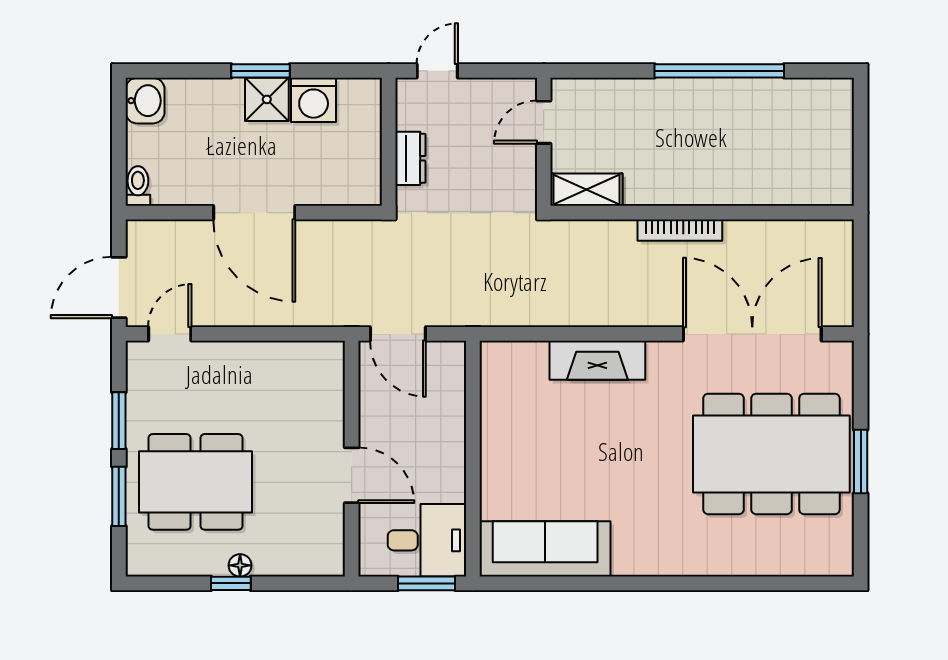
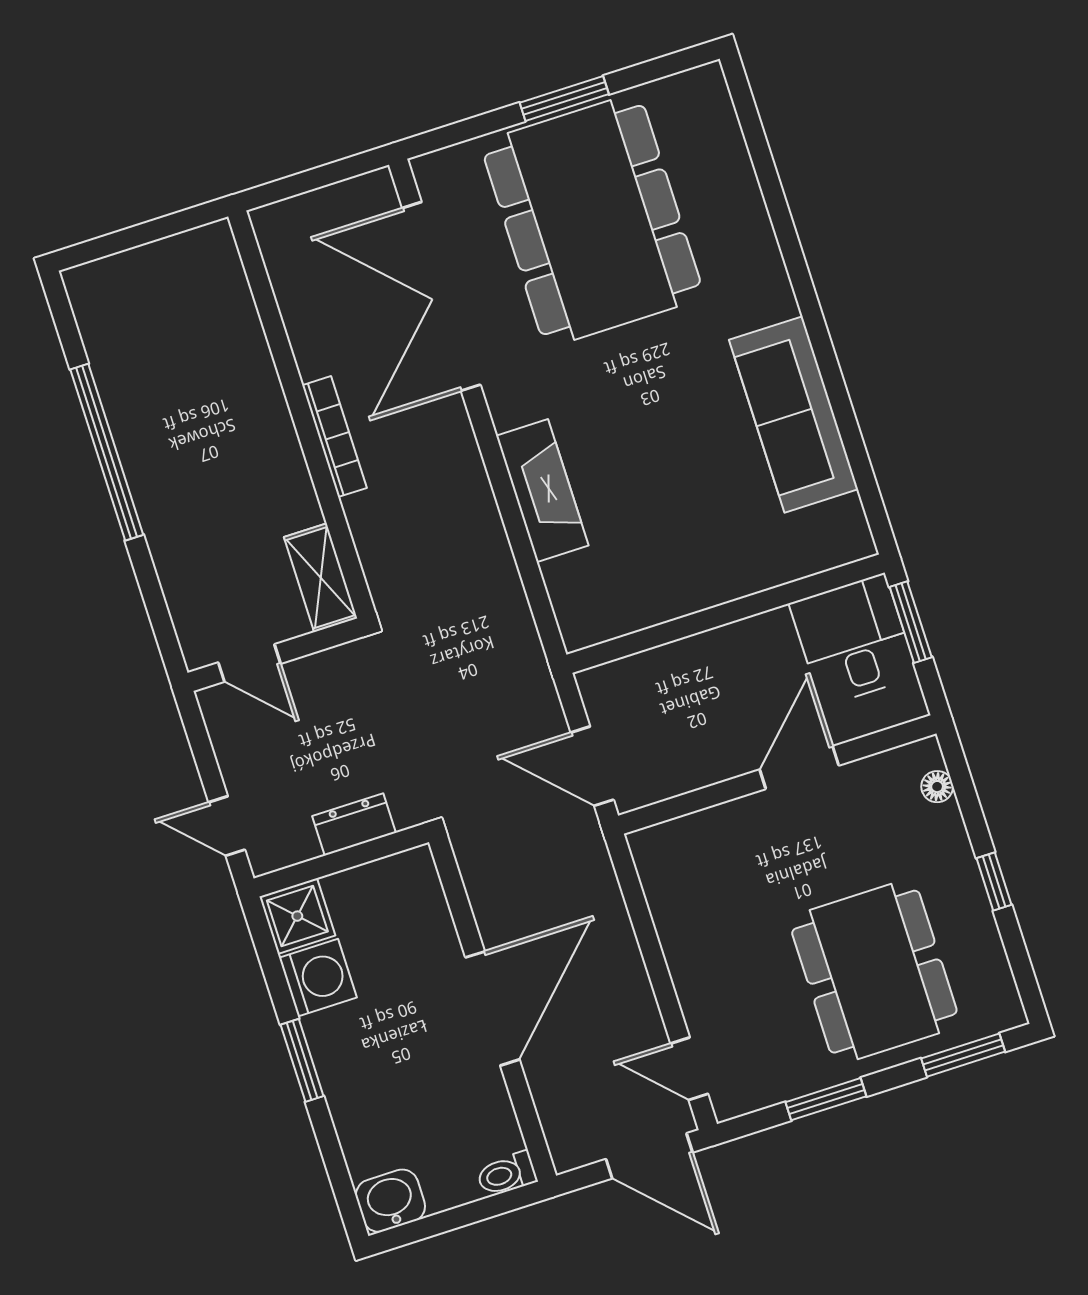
shower: (267, 99) -> (297, 916), moved
door: (398, 334) -> (592, 766), swing flipped
window: (119, 496) -> (963, 1055), moved
sofa: (545, 549) -> (794, 415), moved
floor lamp: (240, 565) -> (937, 787), moved

